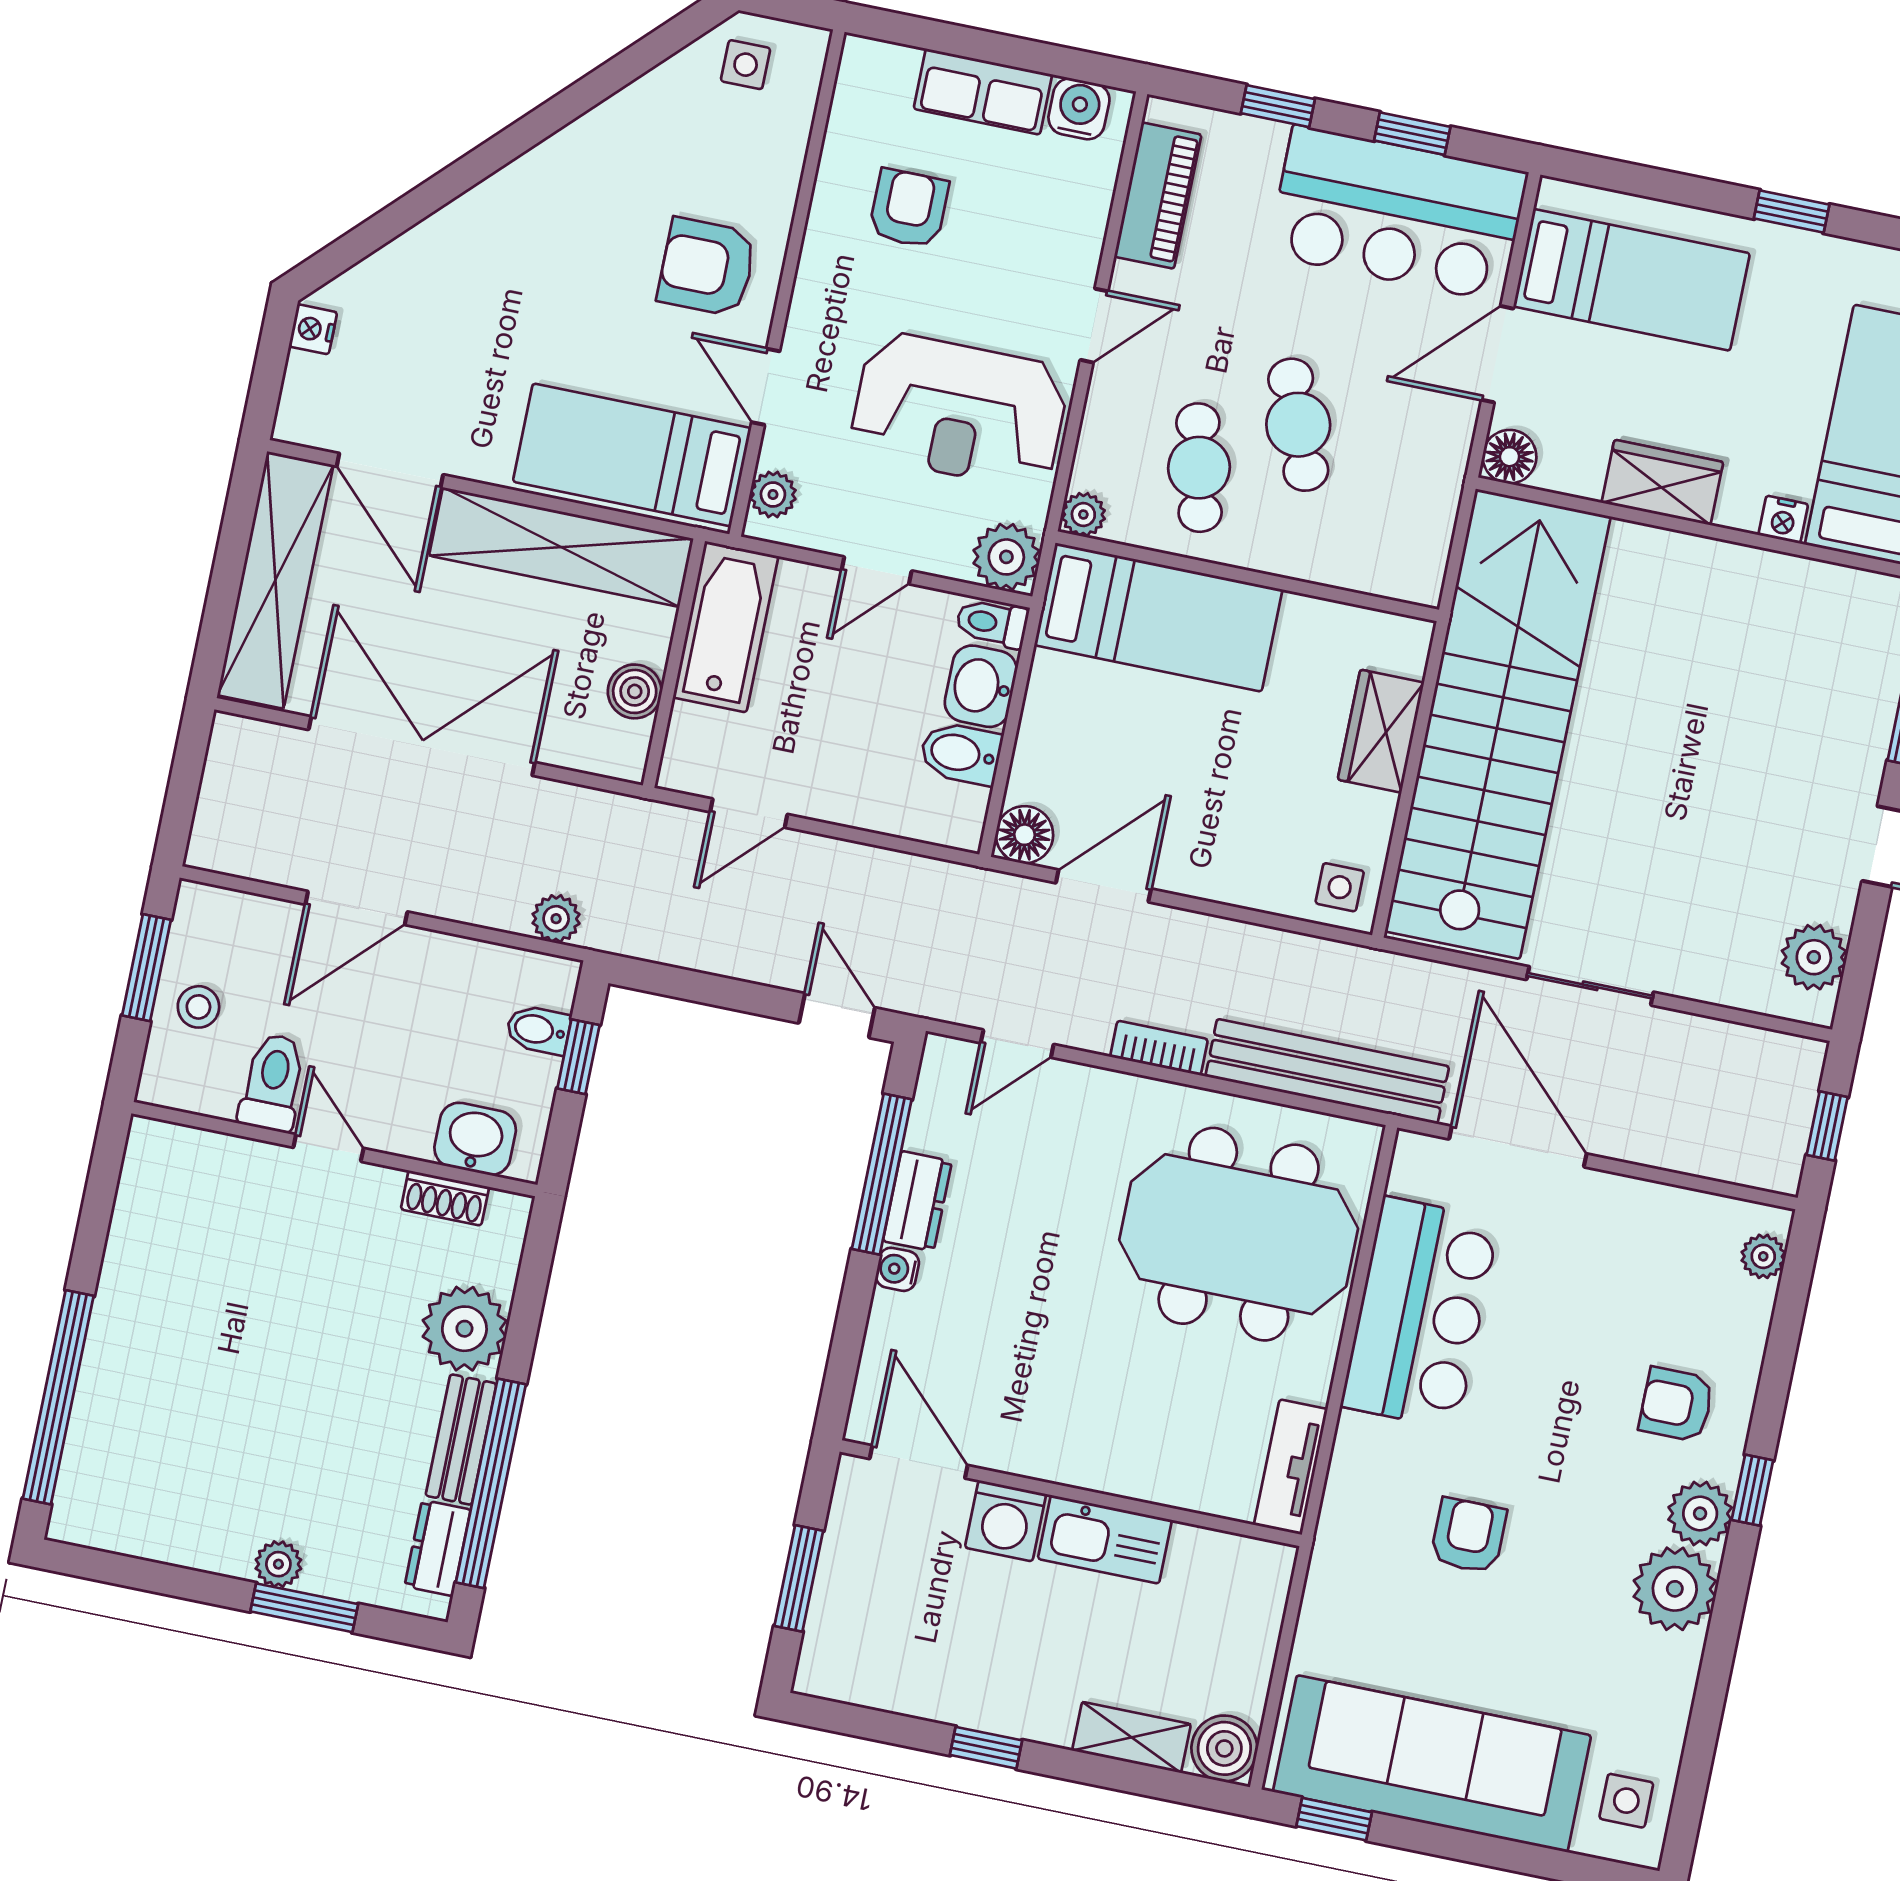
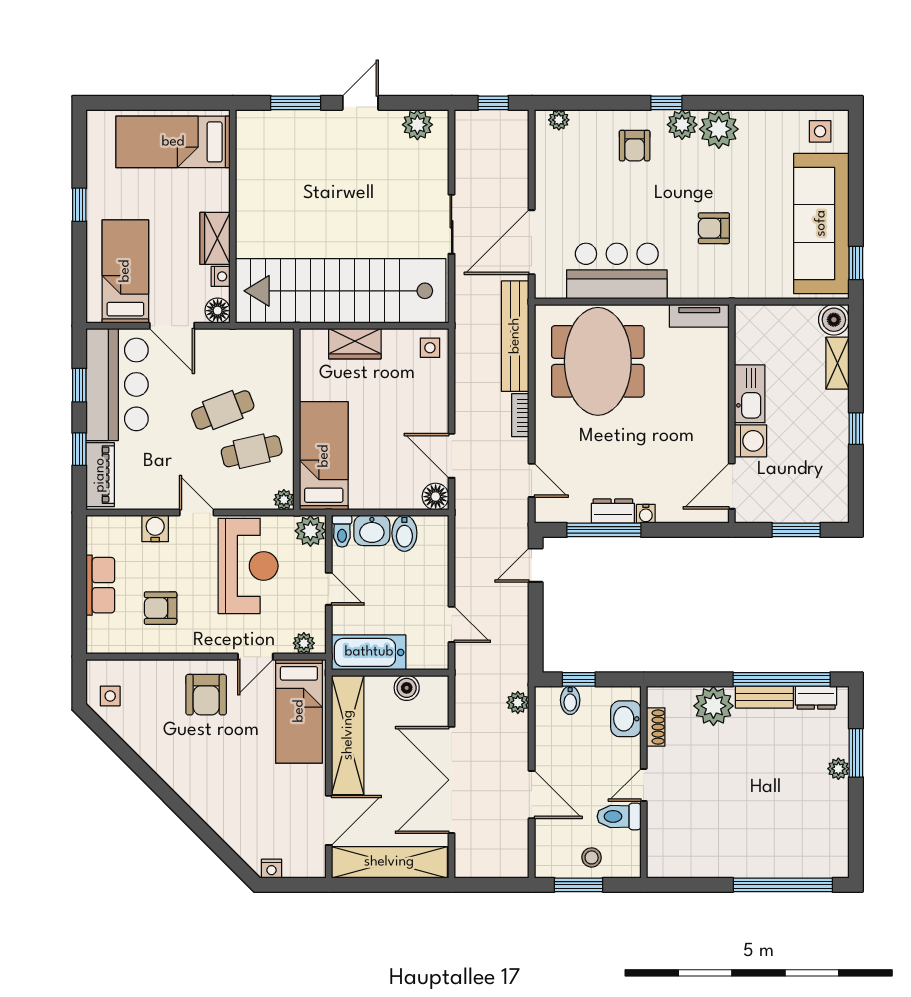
water cooler: (1079, 109) -> (155, 528), moved, turned 90
piano: (1158, 196) -> (100, 475), moved, turned 90
nightstand: (1783, 519) -> (221, 276), moved

